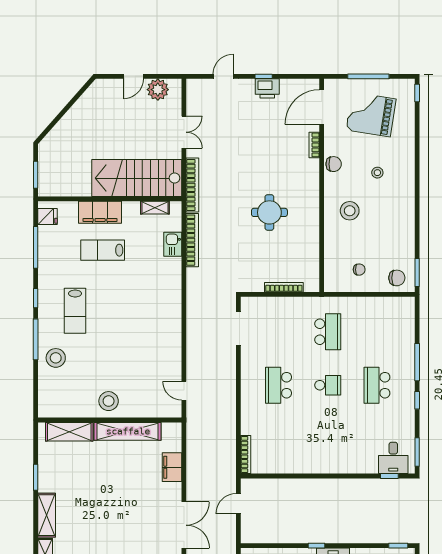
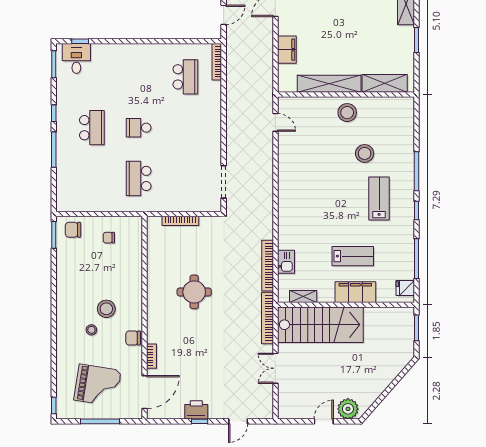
plant: (158, 90) -> (348, 409), moved
stool: (350, 211) -> (106, 309), moved
stool: (56, 358) -> (365, 153), moved
school desk: (279, 385) -> (185, 77), moved

